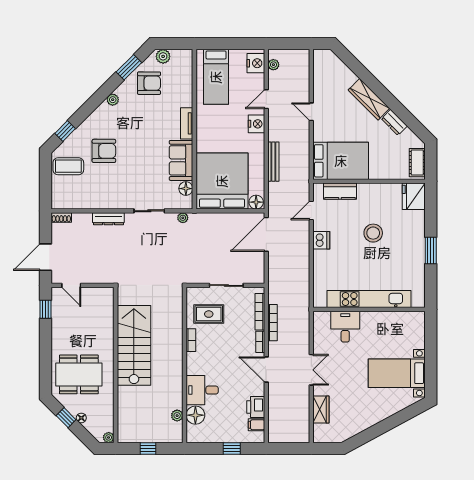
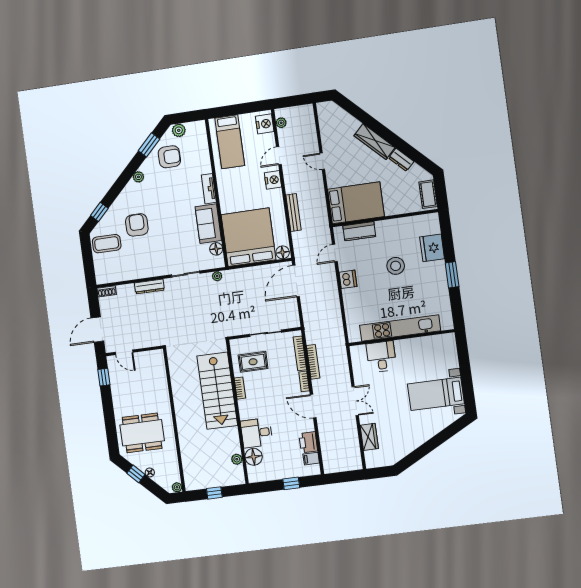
armchair: (104, 151) -> (137, 225), turned -90
fridge: (414, 196) -> (432, 248), moved
stairs: (134, 345) -> (217, 391), moved, turned 180

